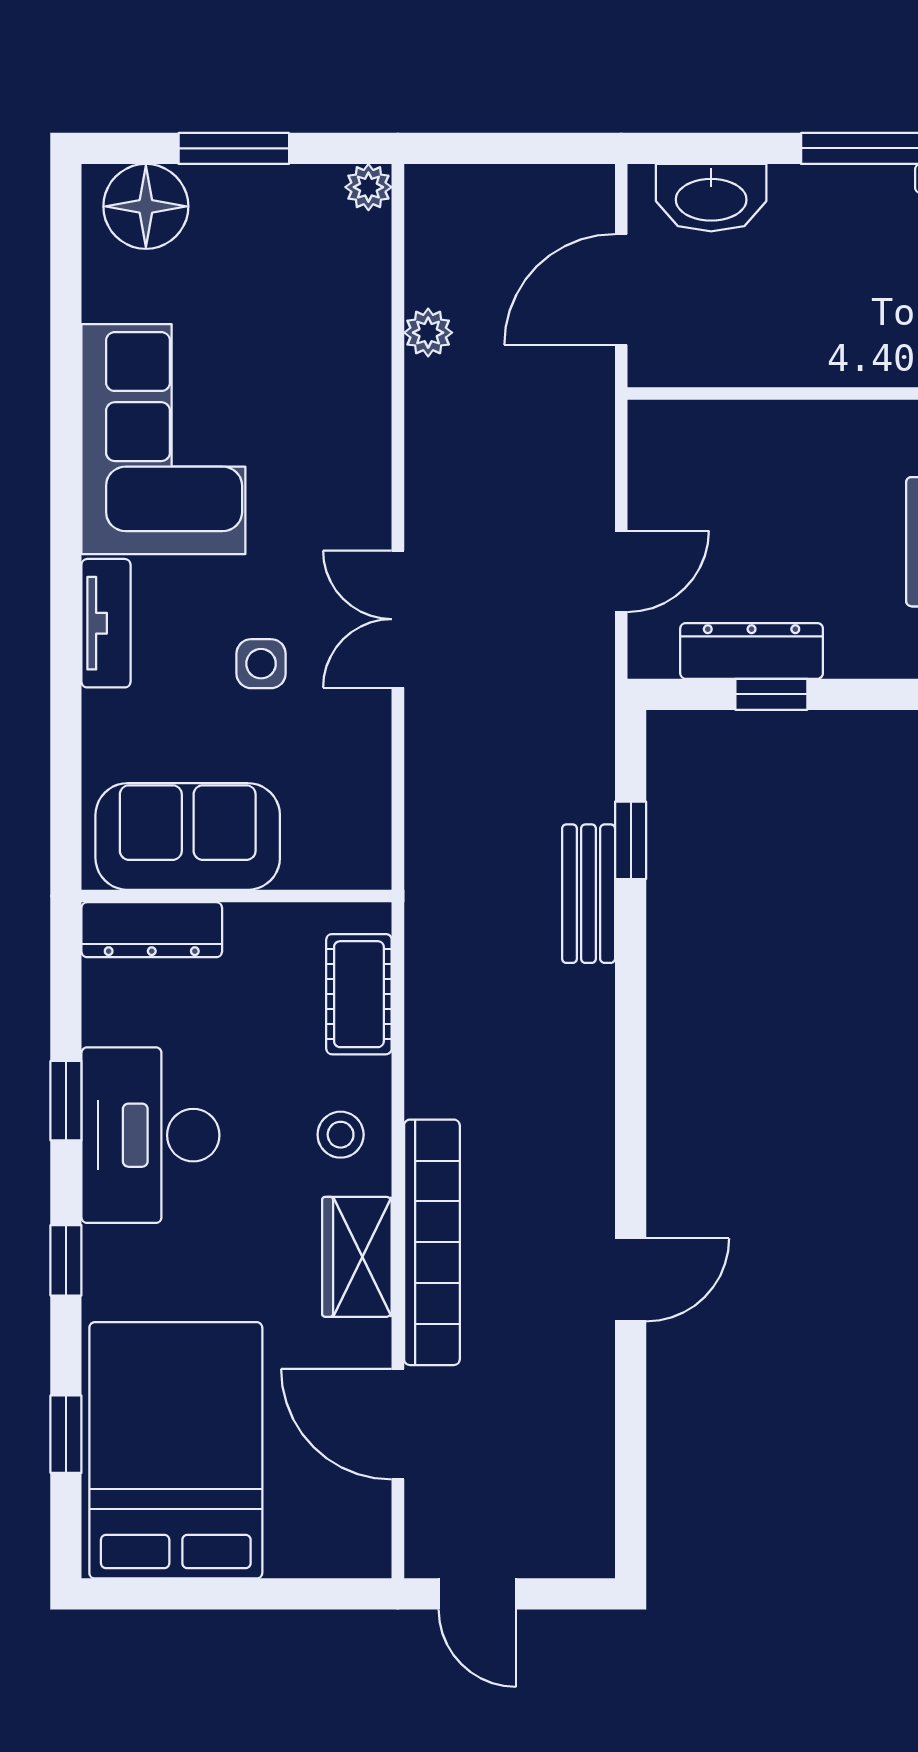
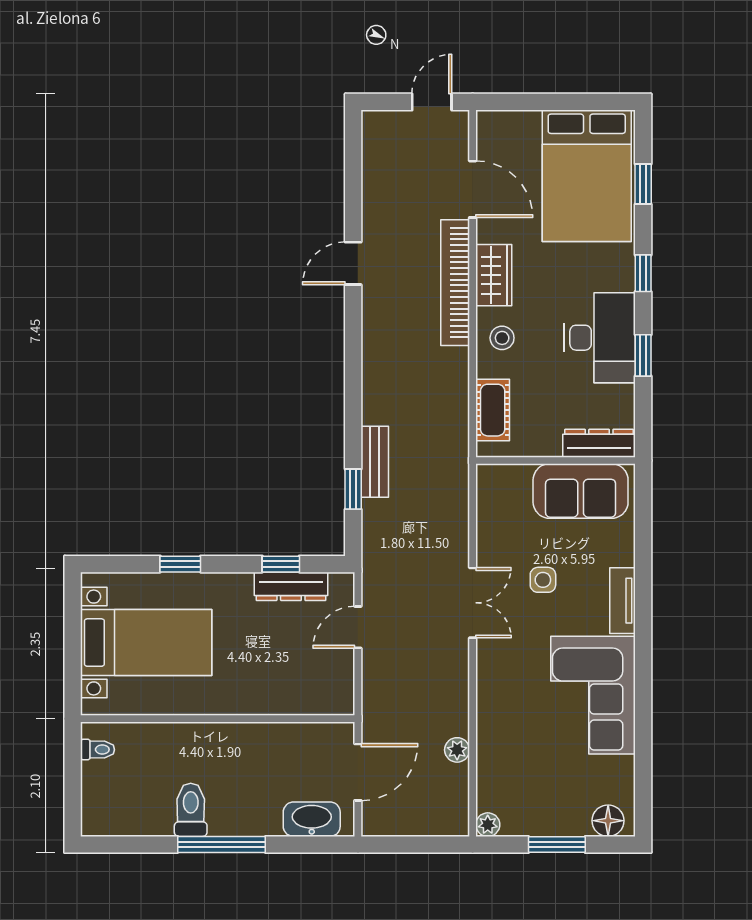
floor lamp: (146, 206) -> (608, 821), width x0.73, depth x0.73
door: (477, 1594) -> (432, 102), hinge flipped

